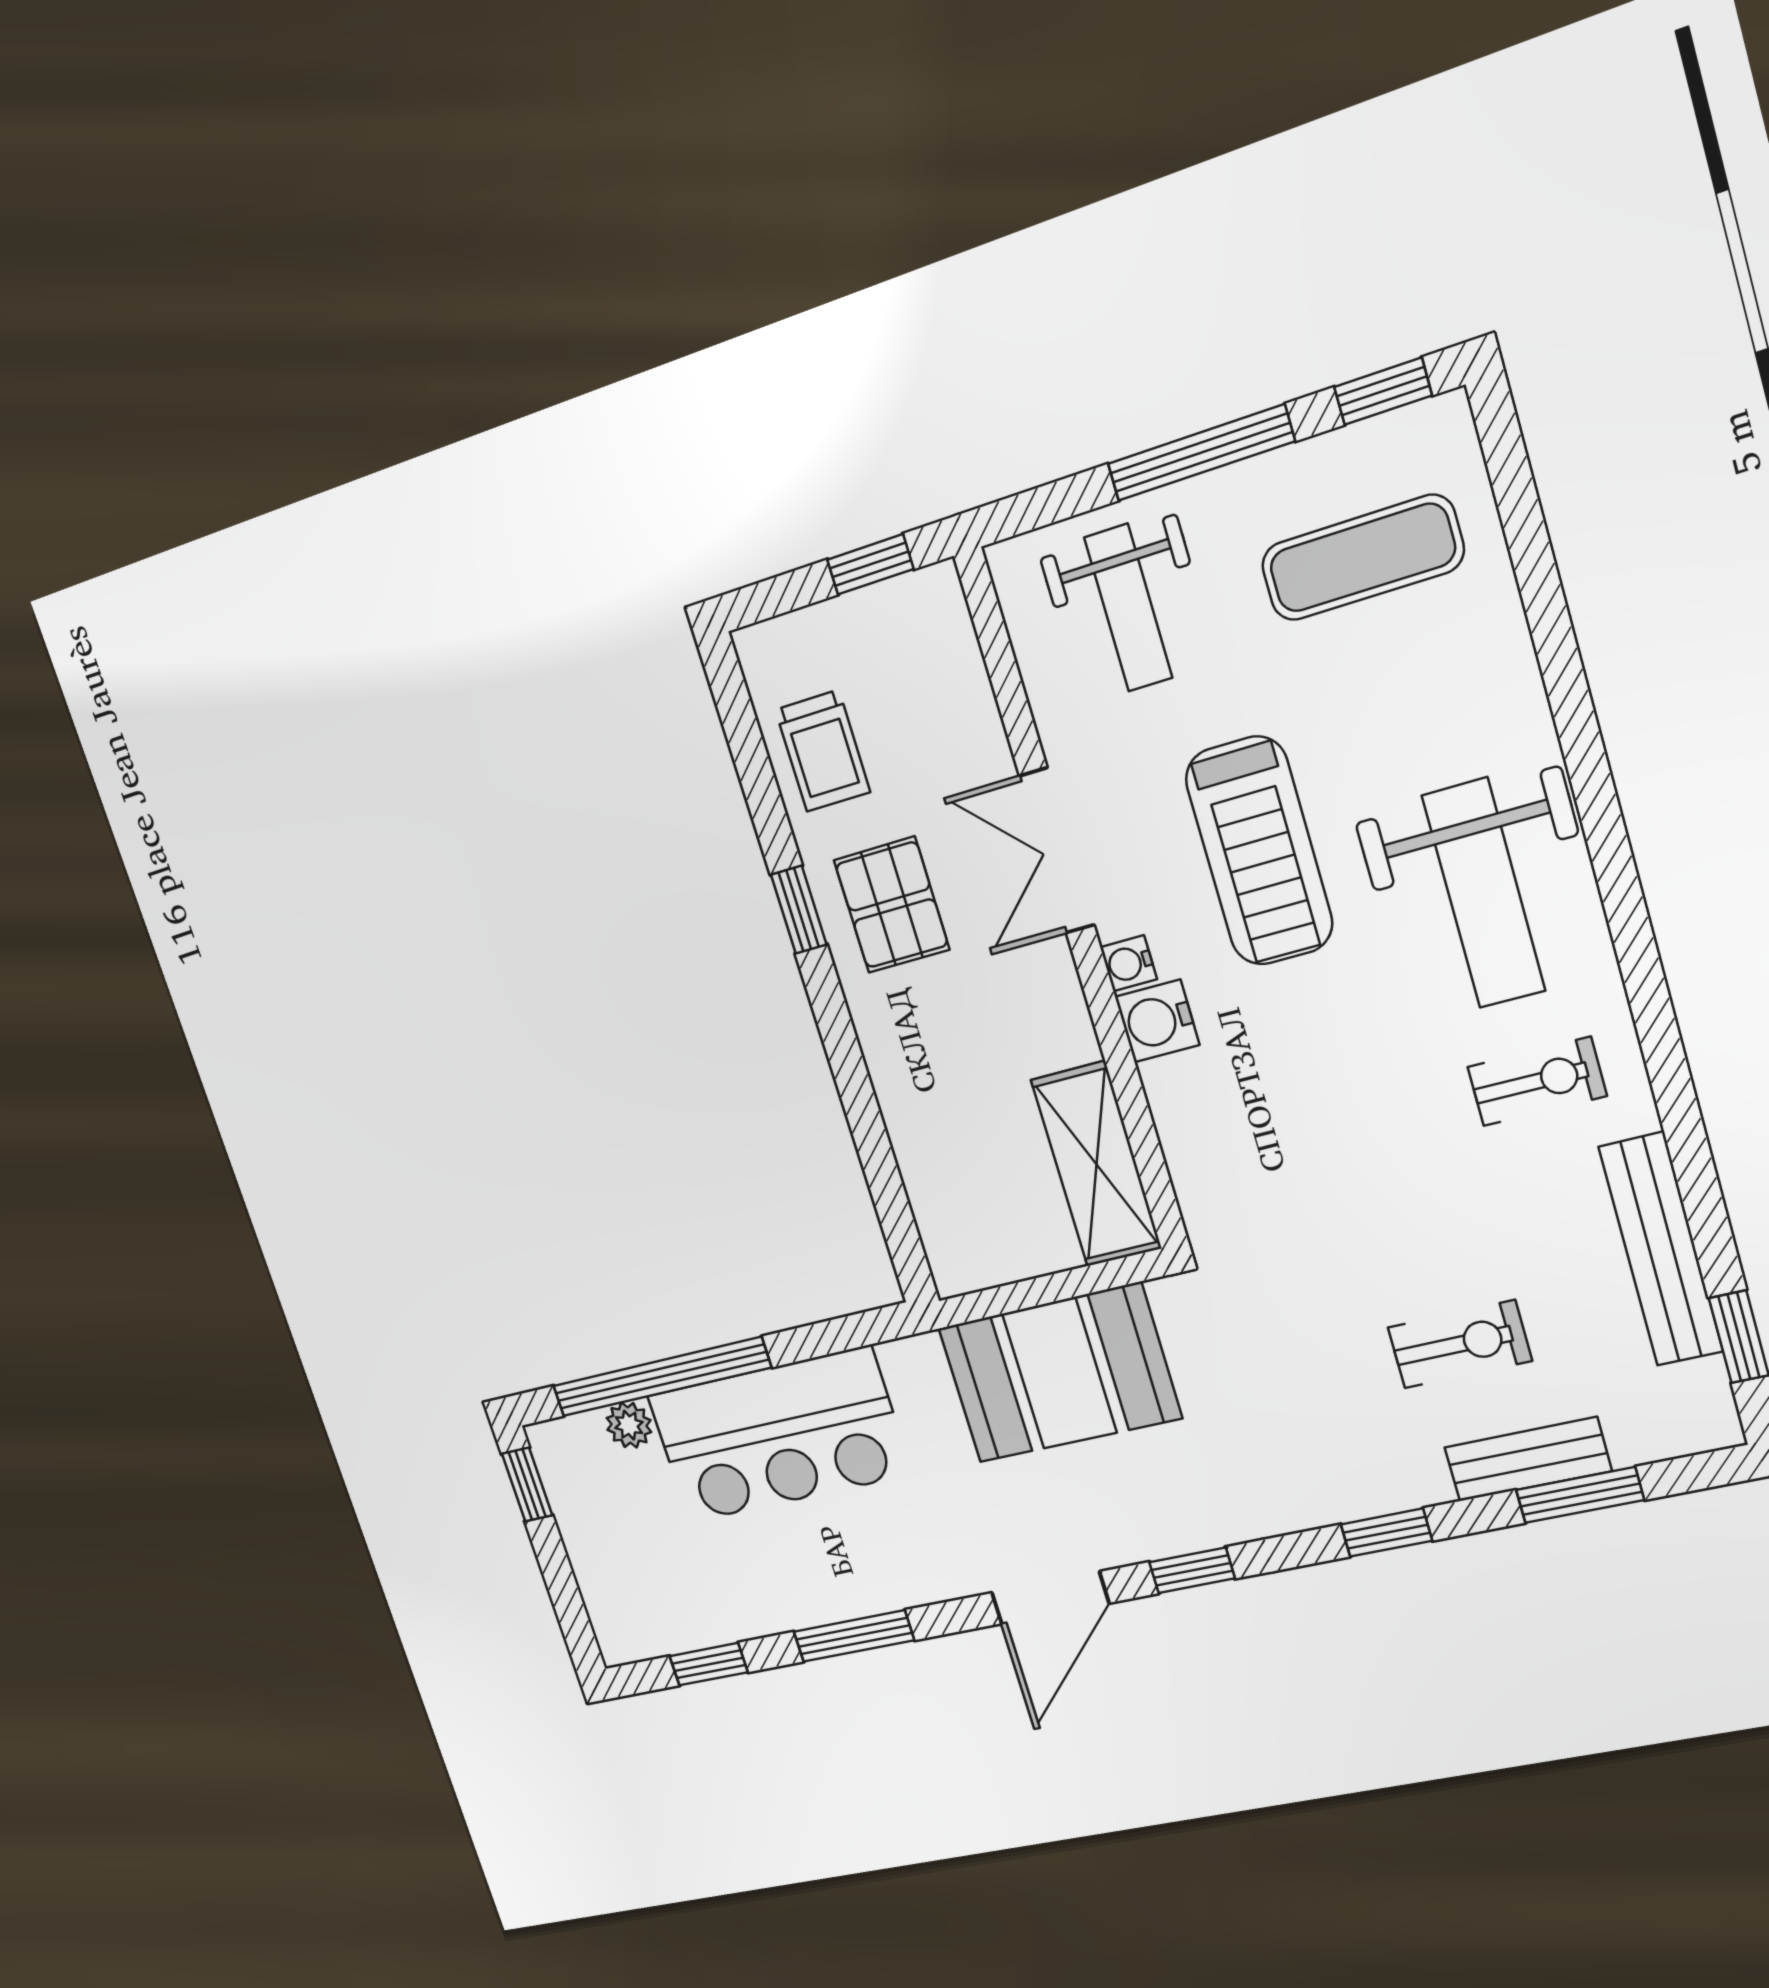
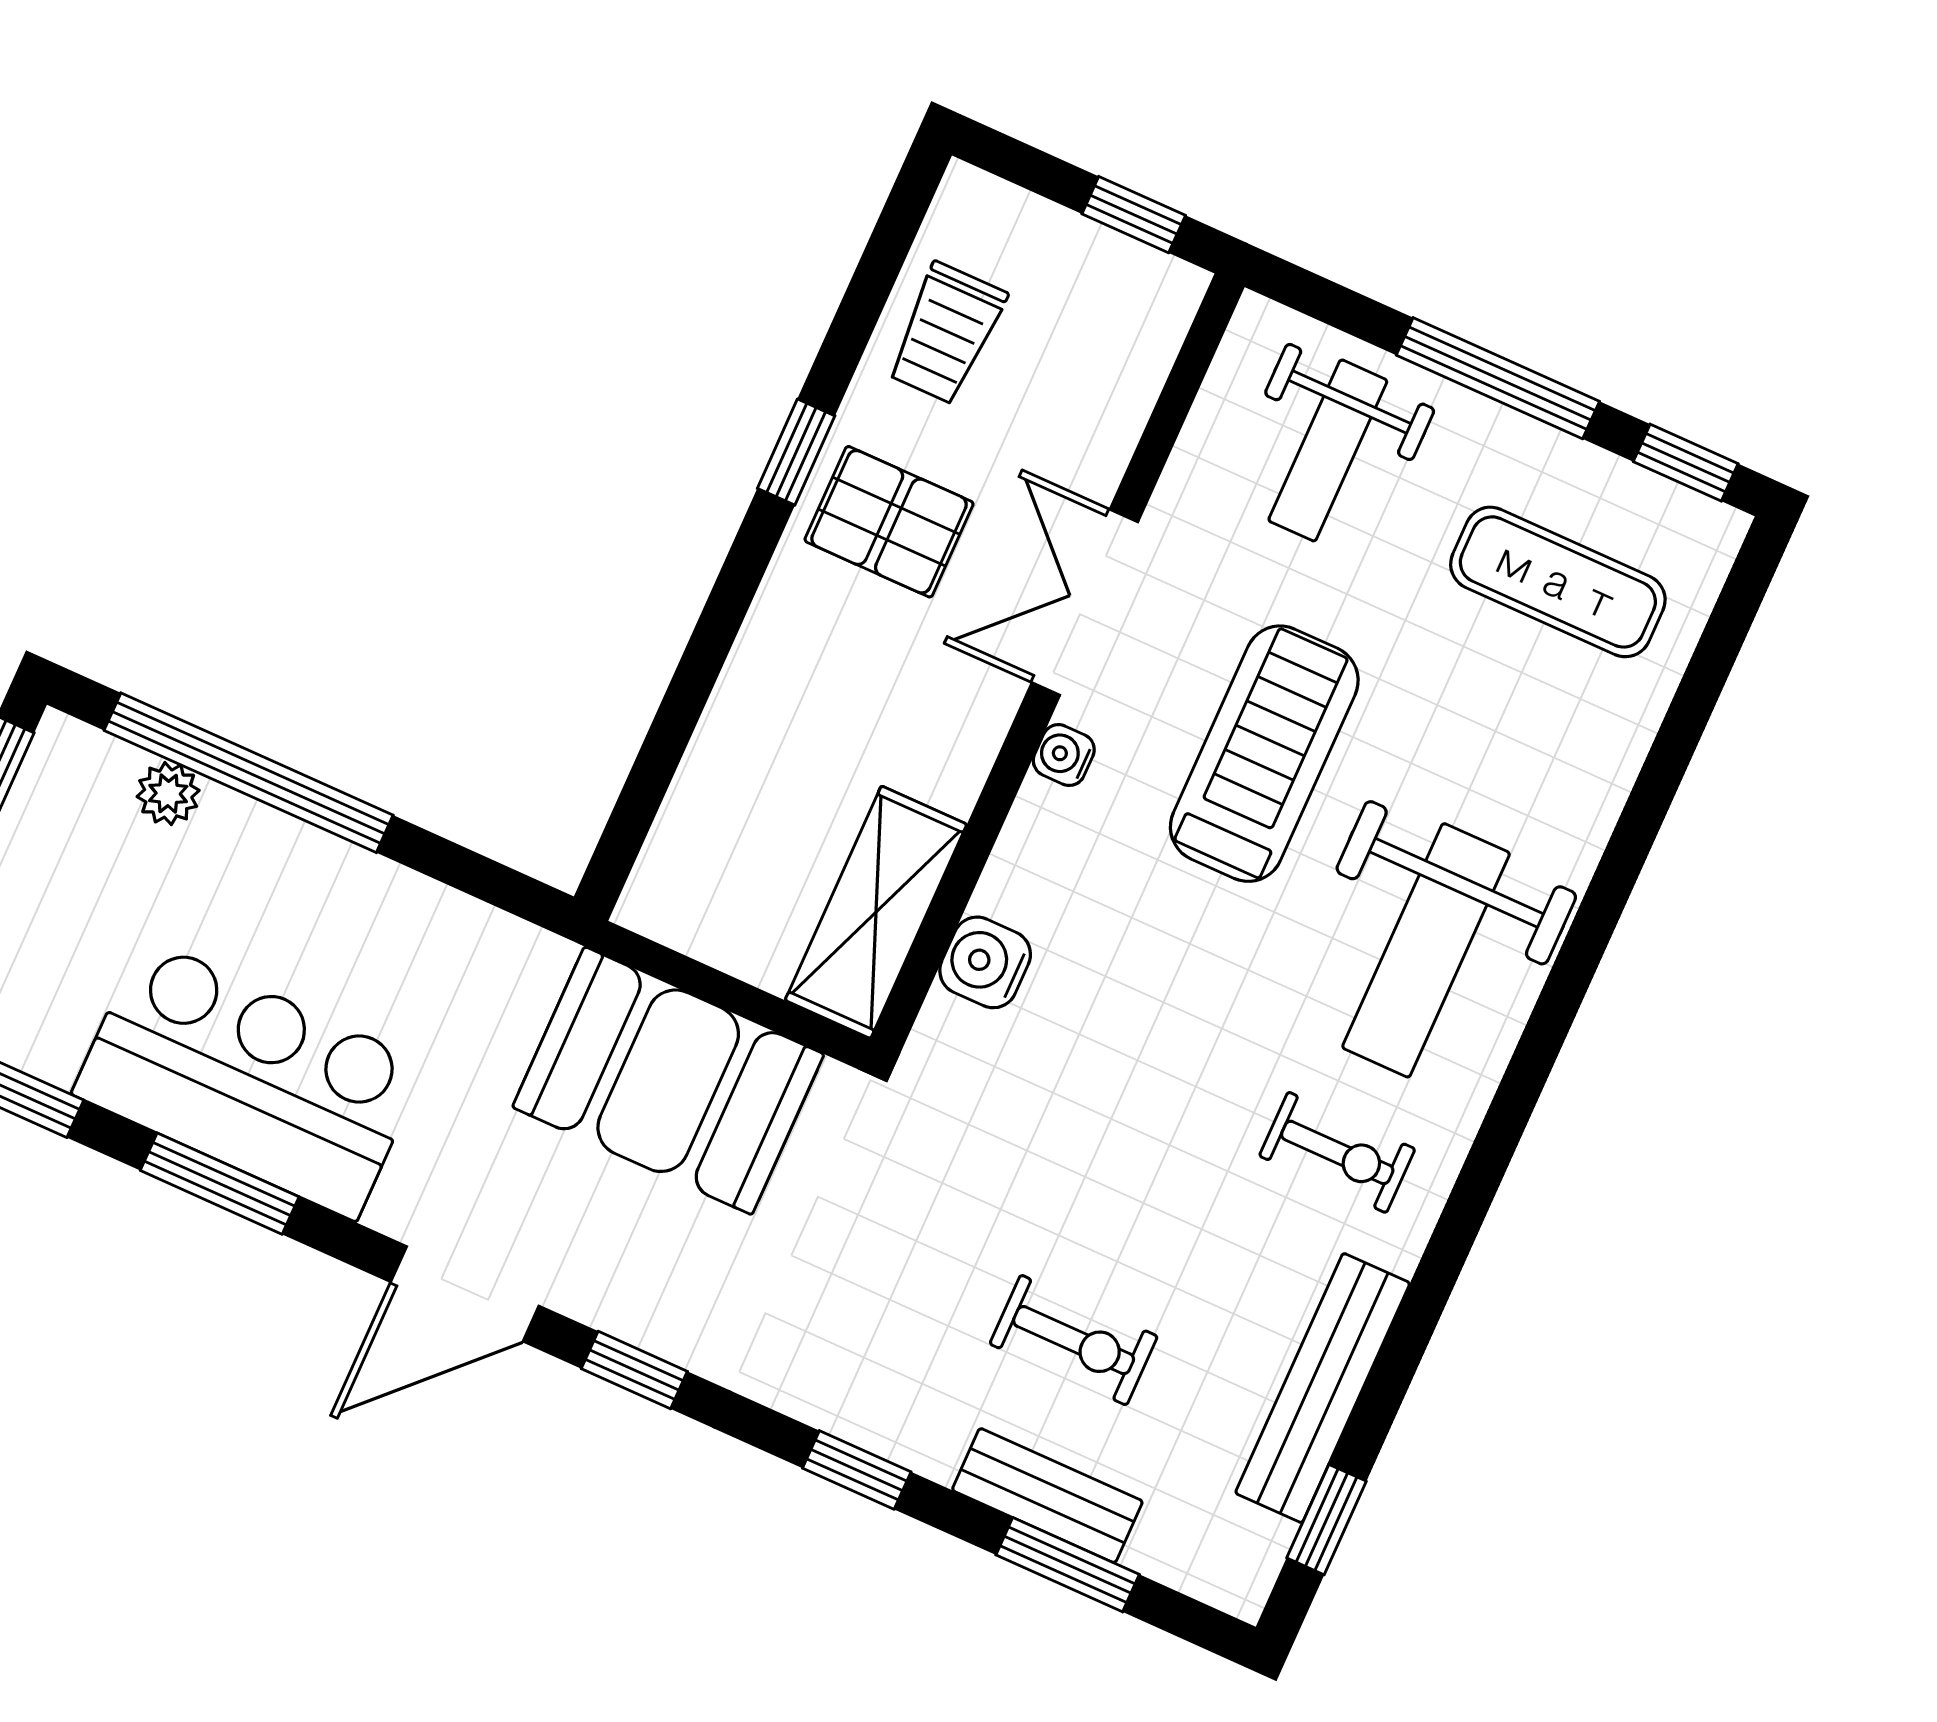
treadmill: (1259, 851) -> (1264, 754), turned 180
pallet: (892, 905) -> (889, 522), turned 90
water cooler: (1157, 1021) -> (985, 962), moved
bar counter: (779, 1435) -> (249, 1079), moved, turned 180

